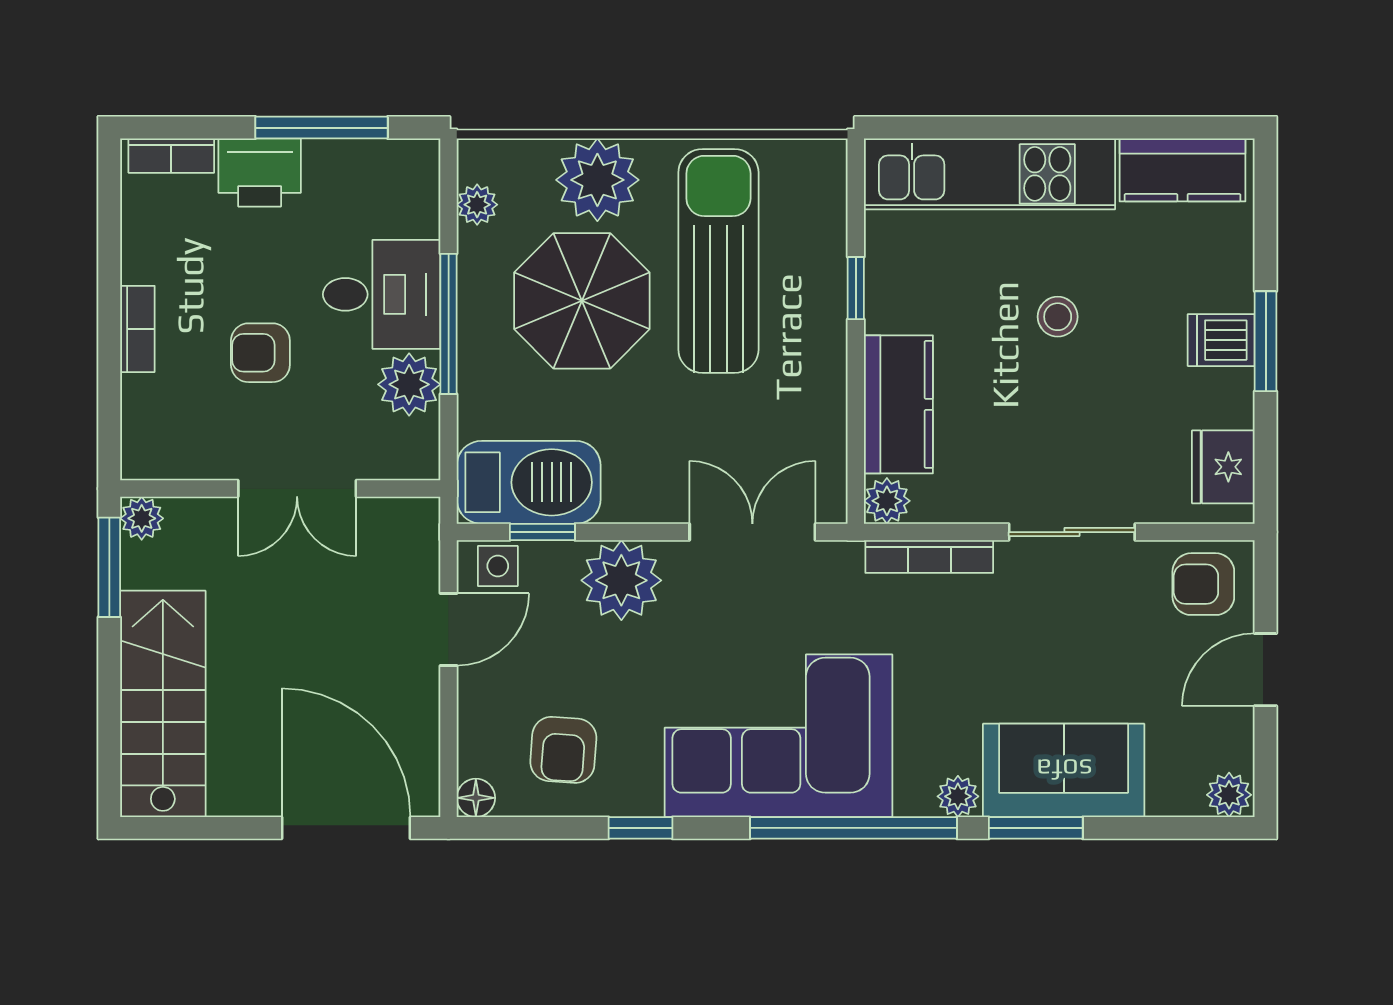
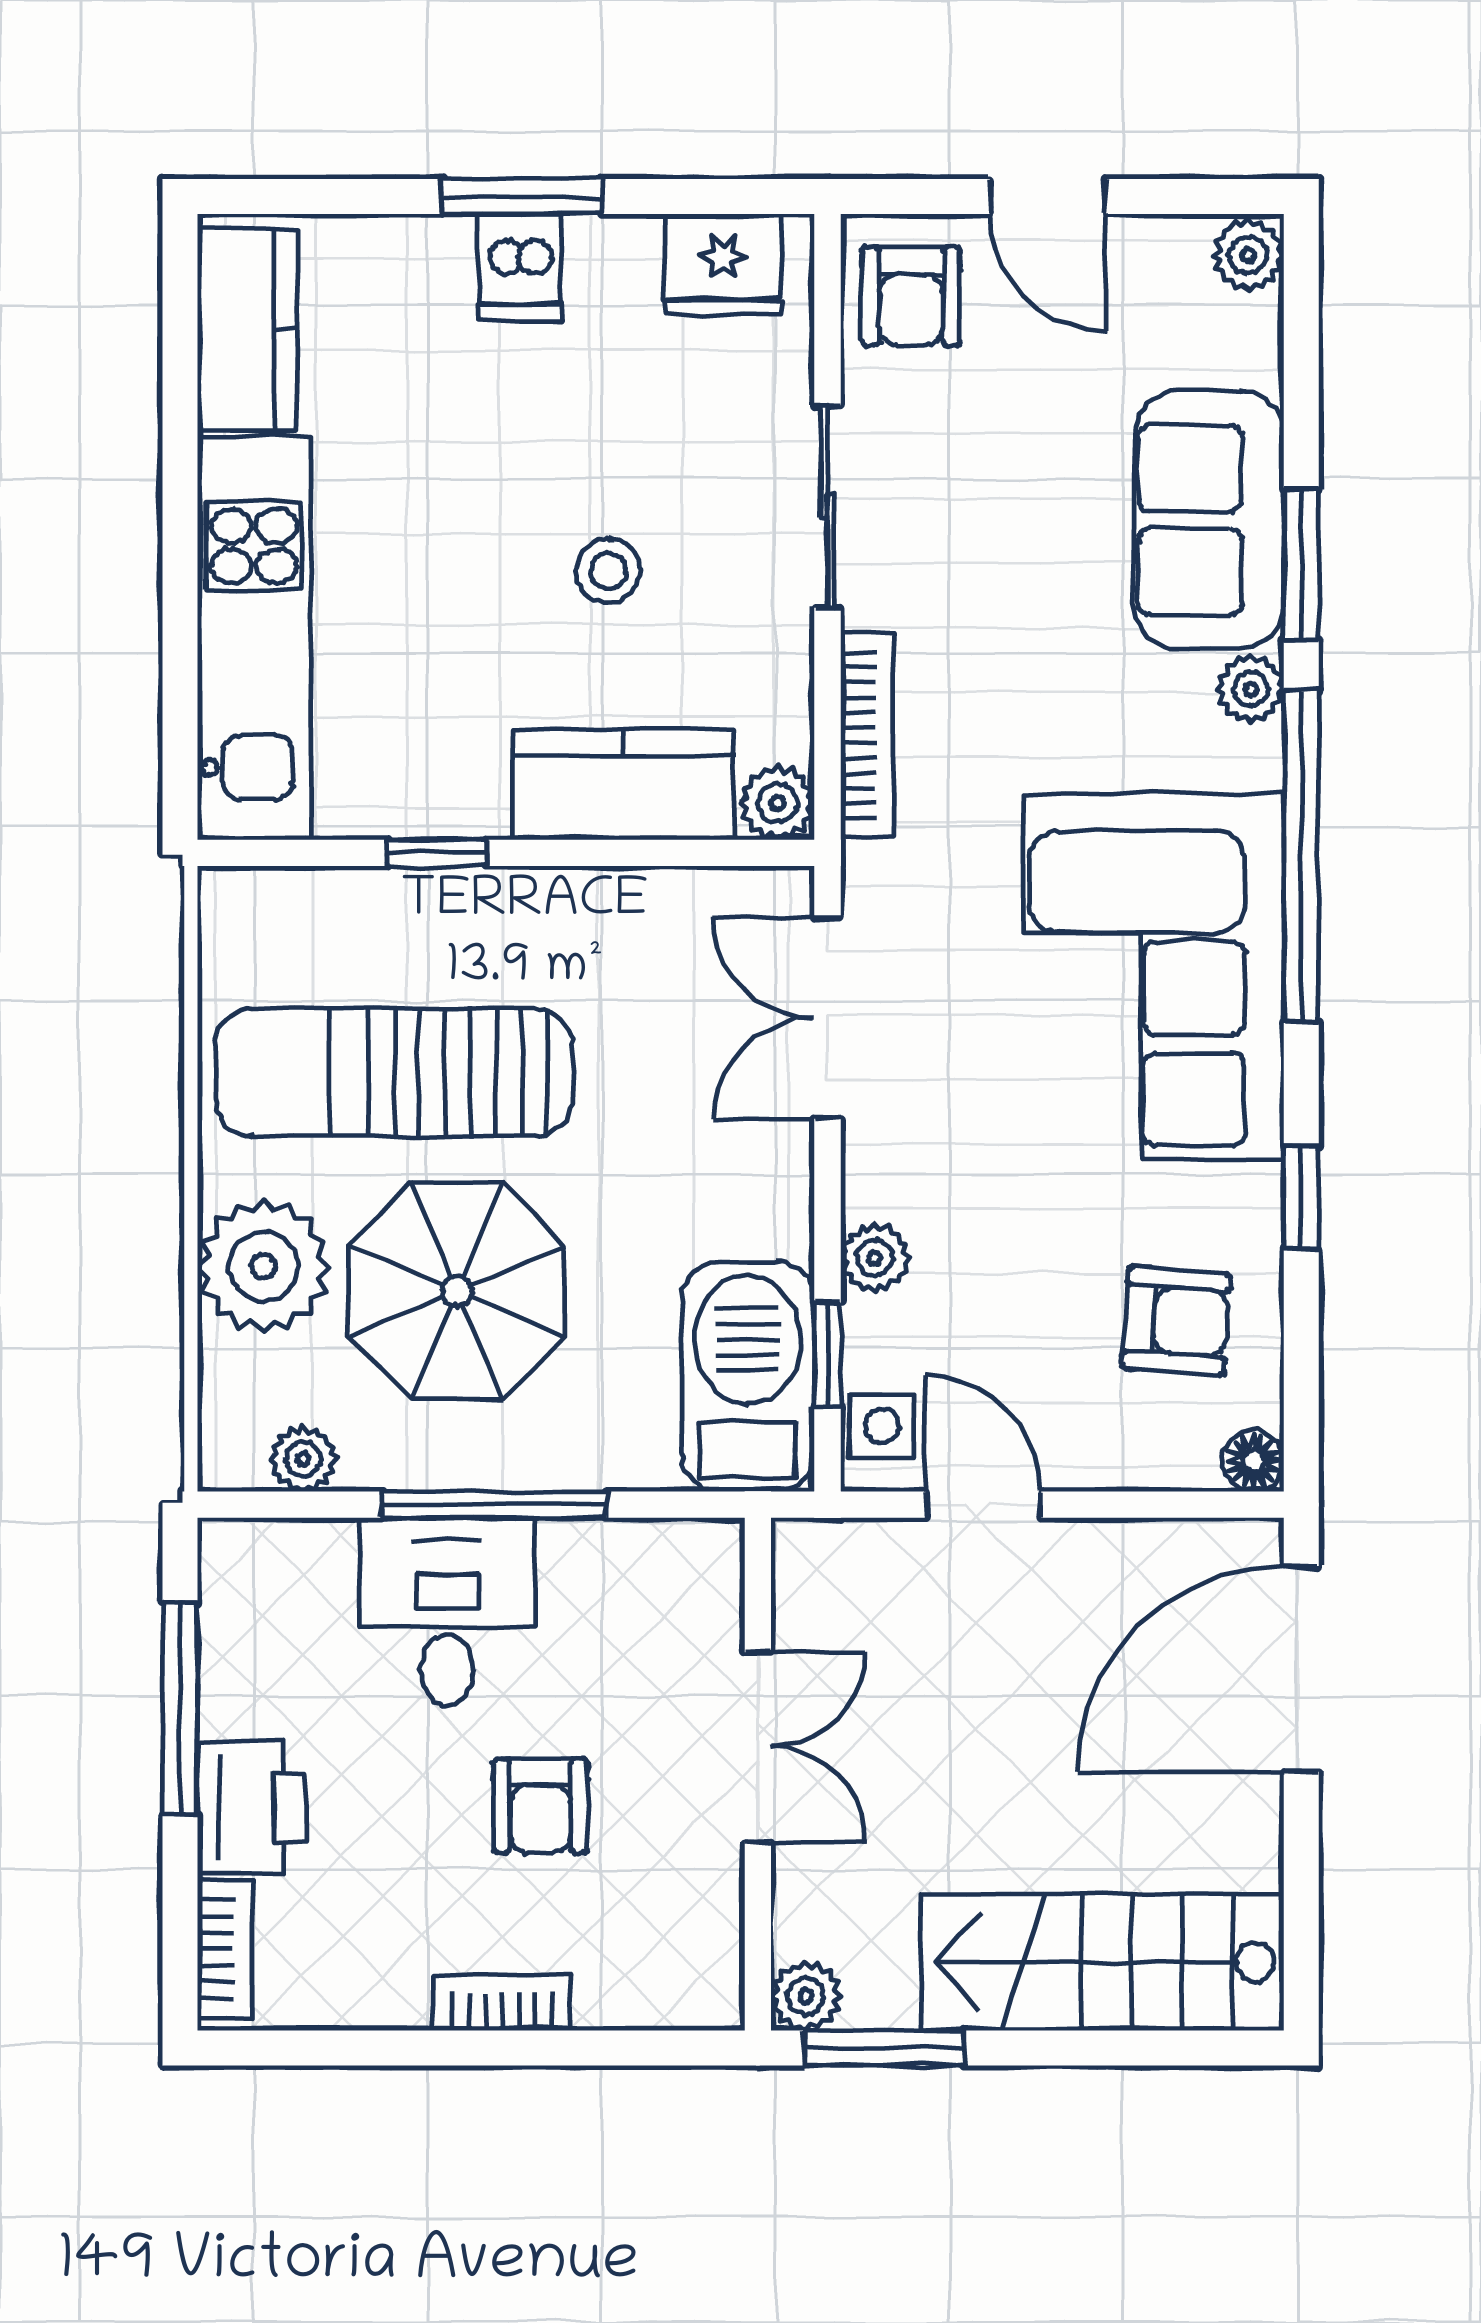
stool: (1058, 317) -> (608, 571), moved
plant: (409, 384) -> (591, 1568), removed
plant: (621, 580) -> (875, 1258), width x0.53, depth x0.53

